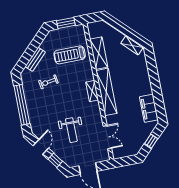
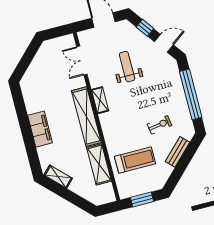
shelving: (92, 91) -> (100, 100), moved
filing cabinet: (149, 108) -> (40, 129), moved
window: (151, 141) -> (27, 59), removed
door: (41, 147) -> (164, 43), swing flipped

